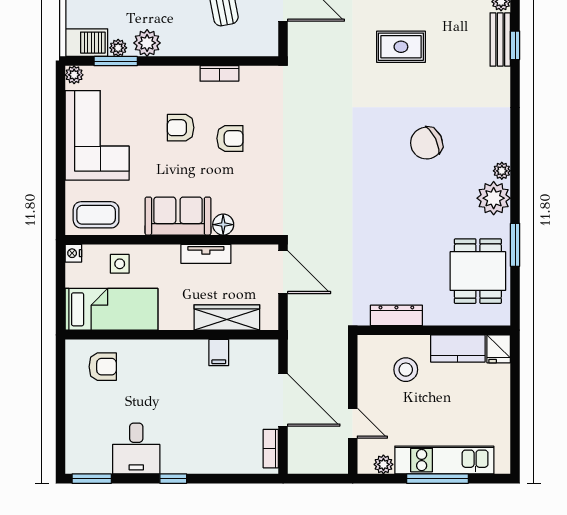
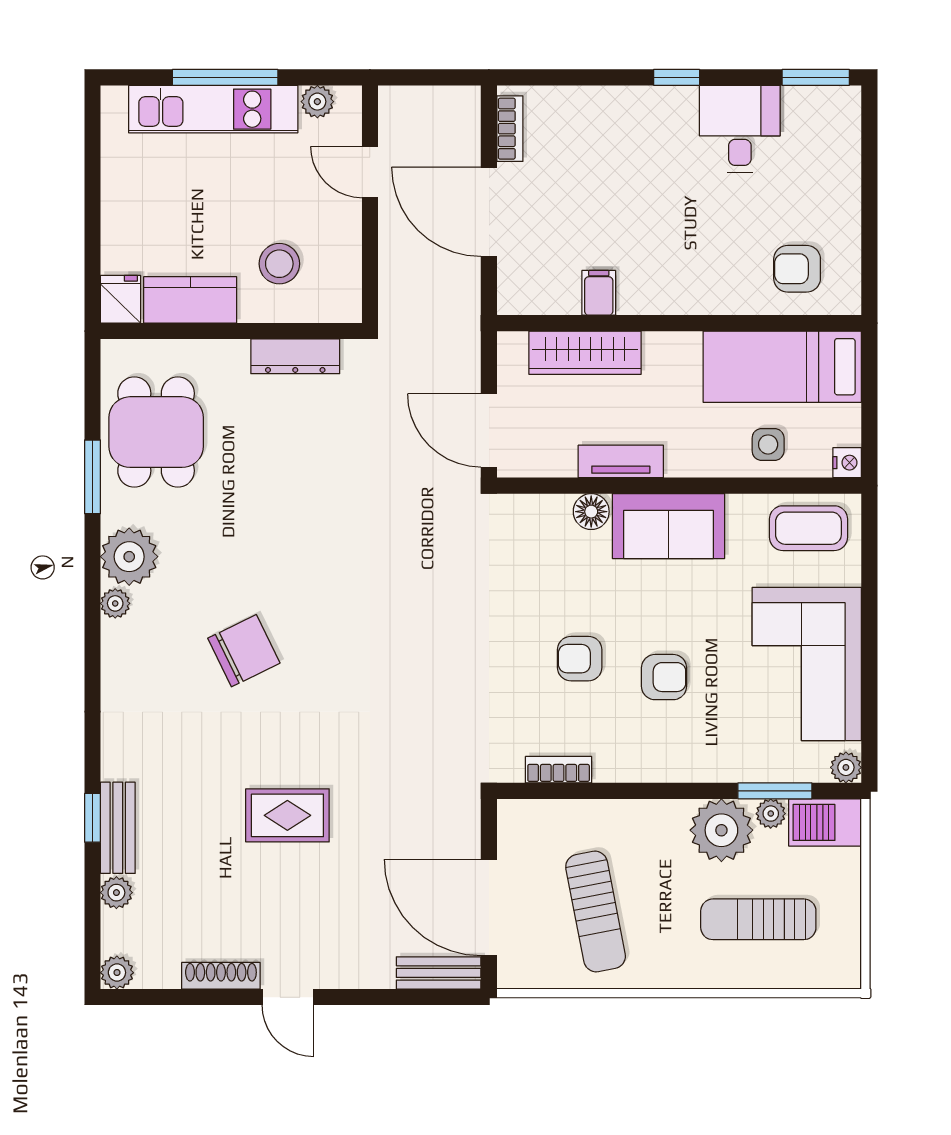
plant: (147, 43) -> (721, 830), width x1.36, depth x1.36
bookcase: (219, 73) -> (559, 770), moved

